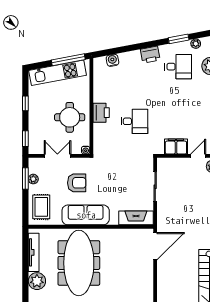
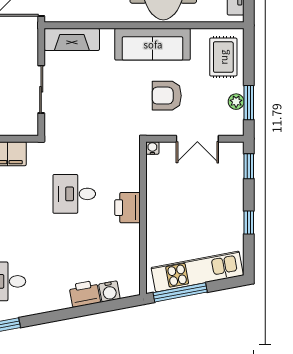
printer: (150, 55) -> (85, 294), moved
round table: (70, 117) -> (178, 200), removed

